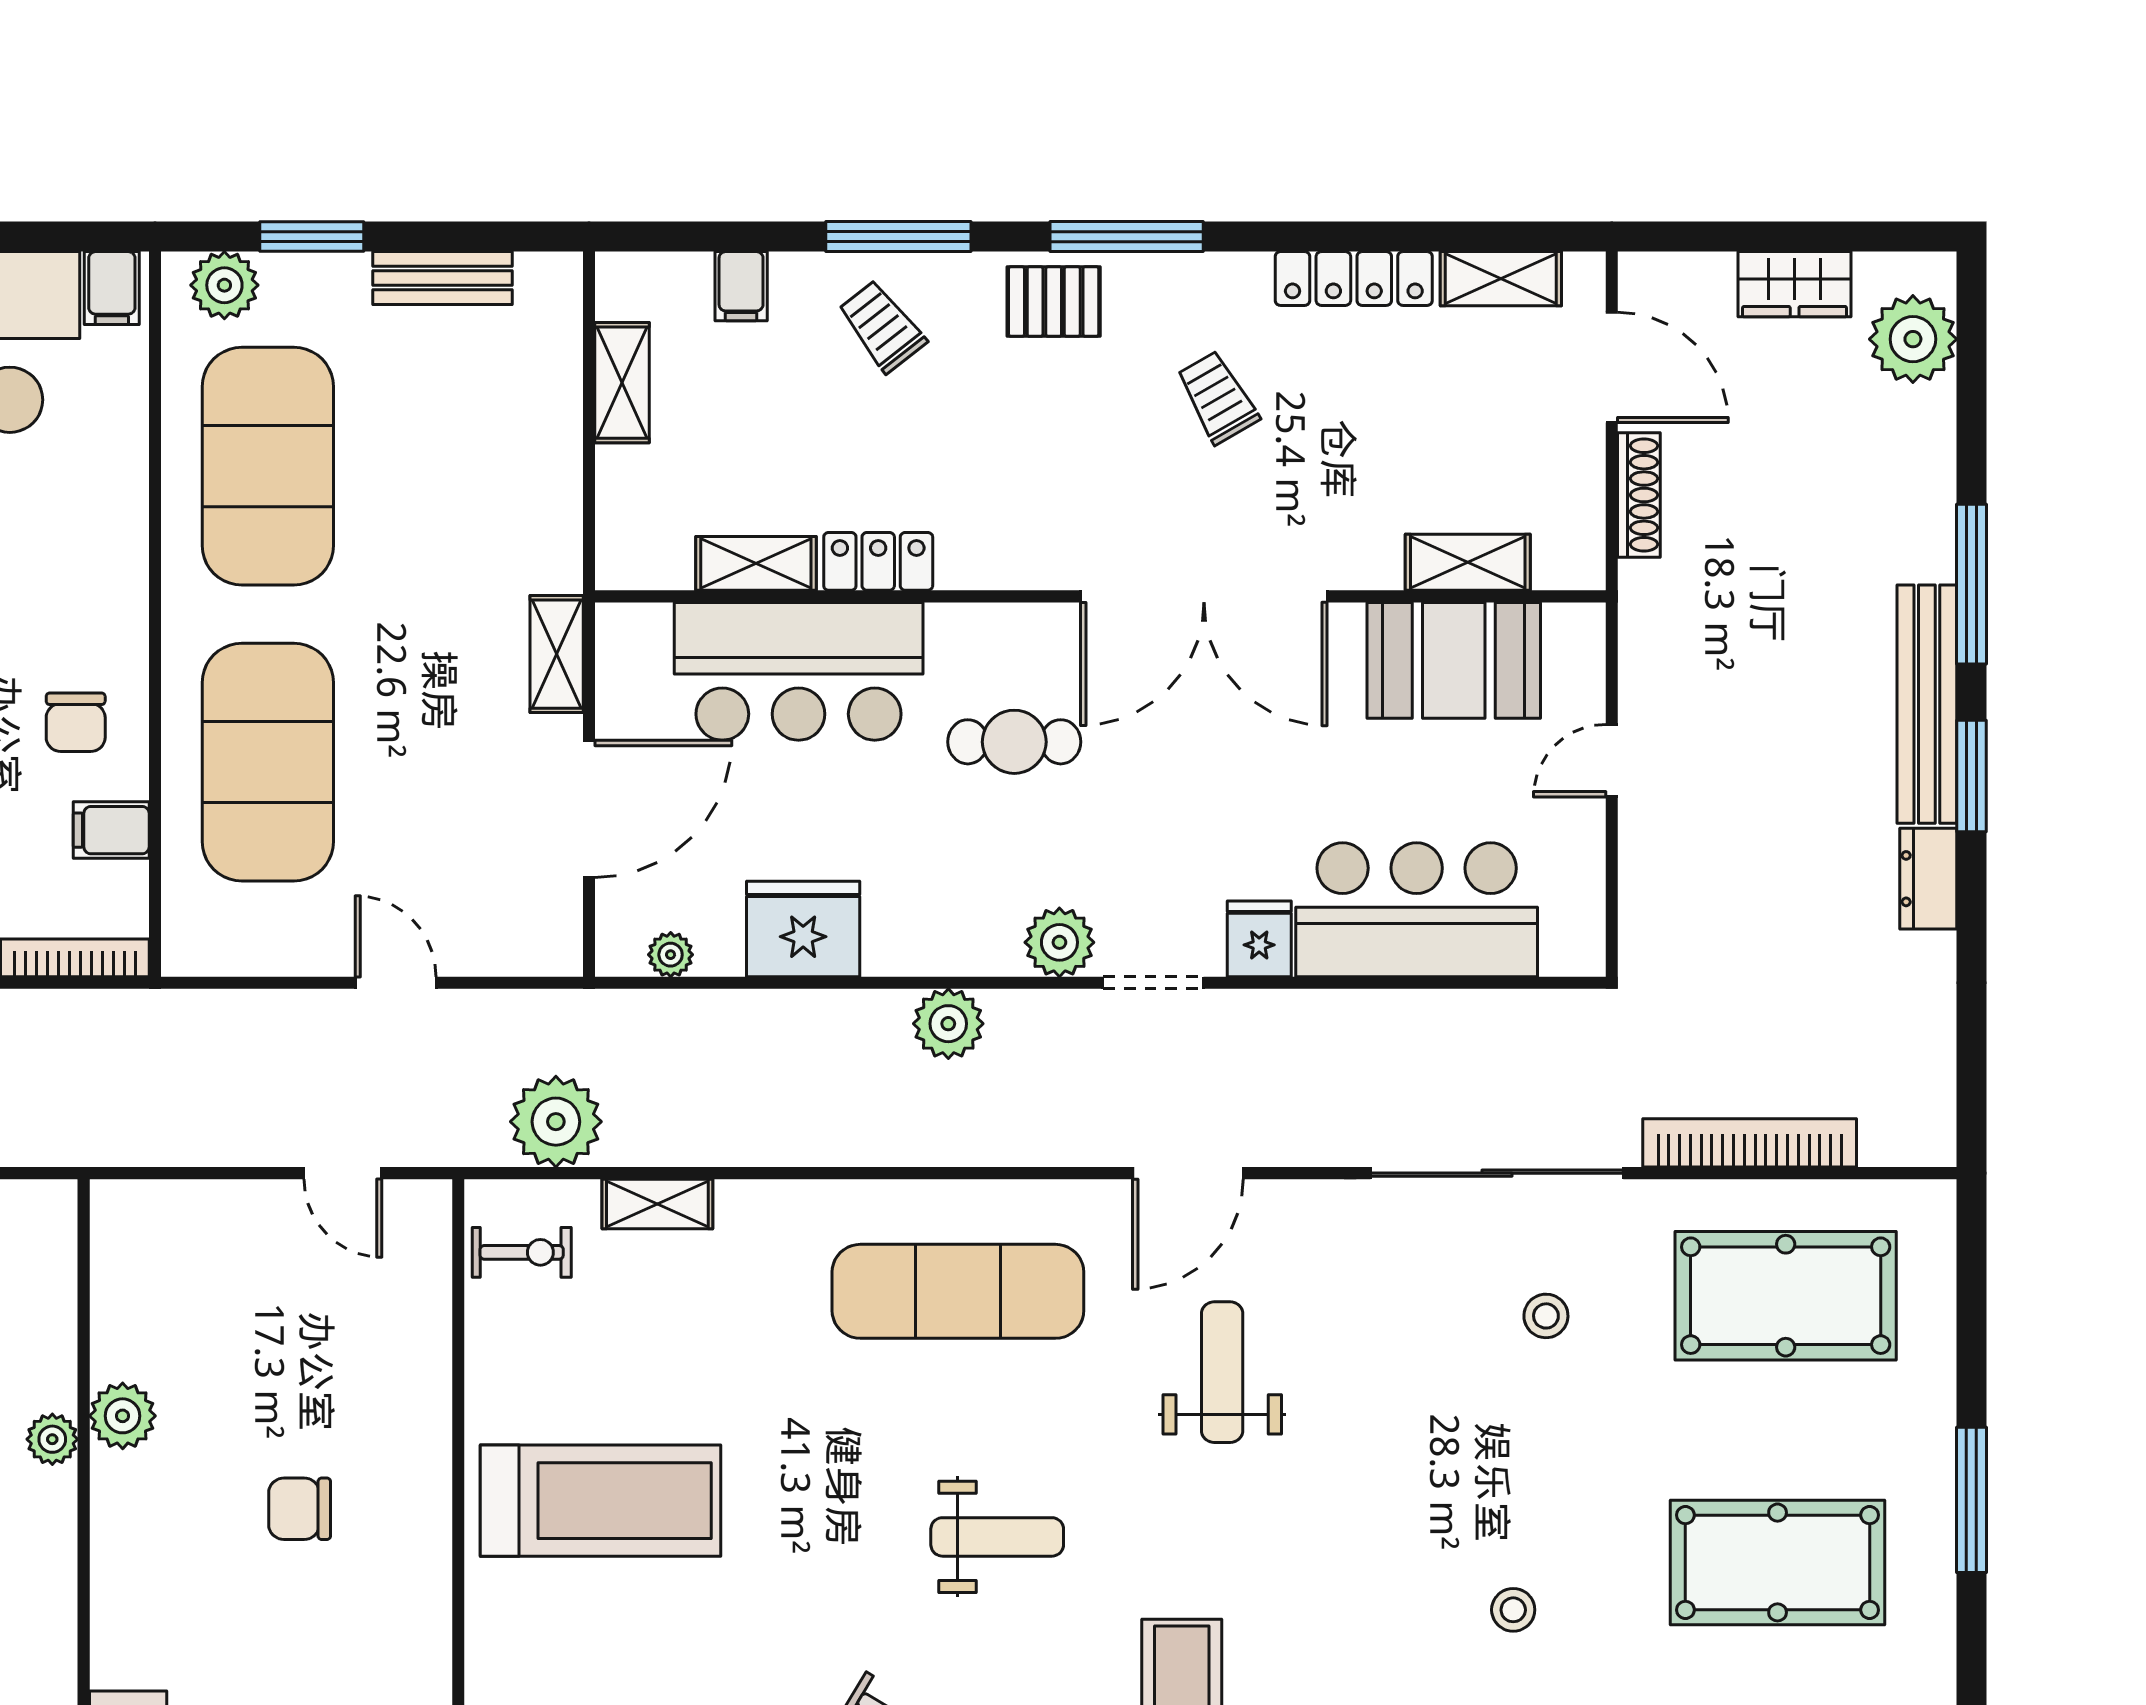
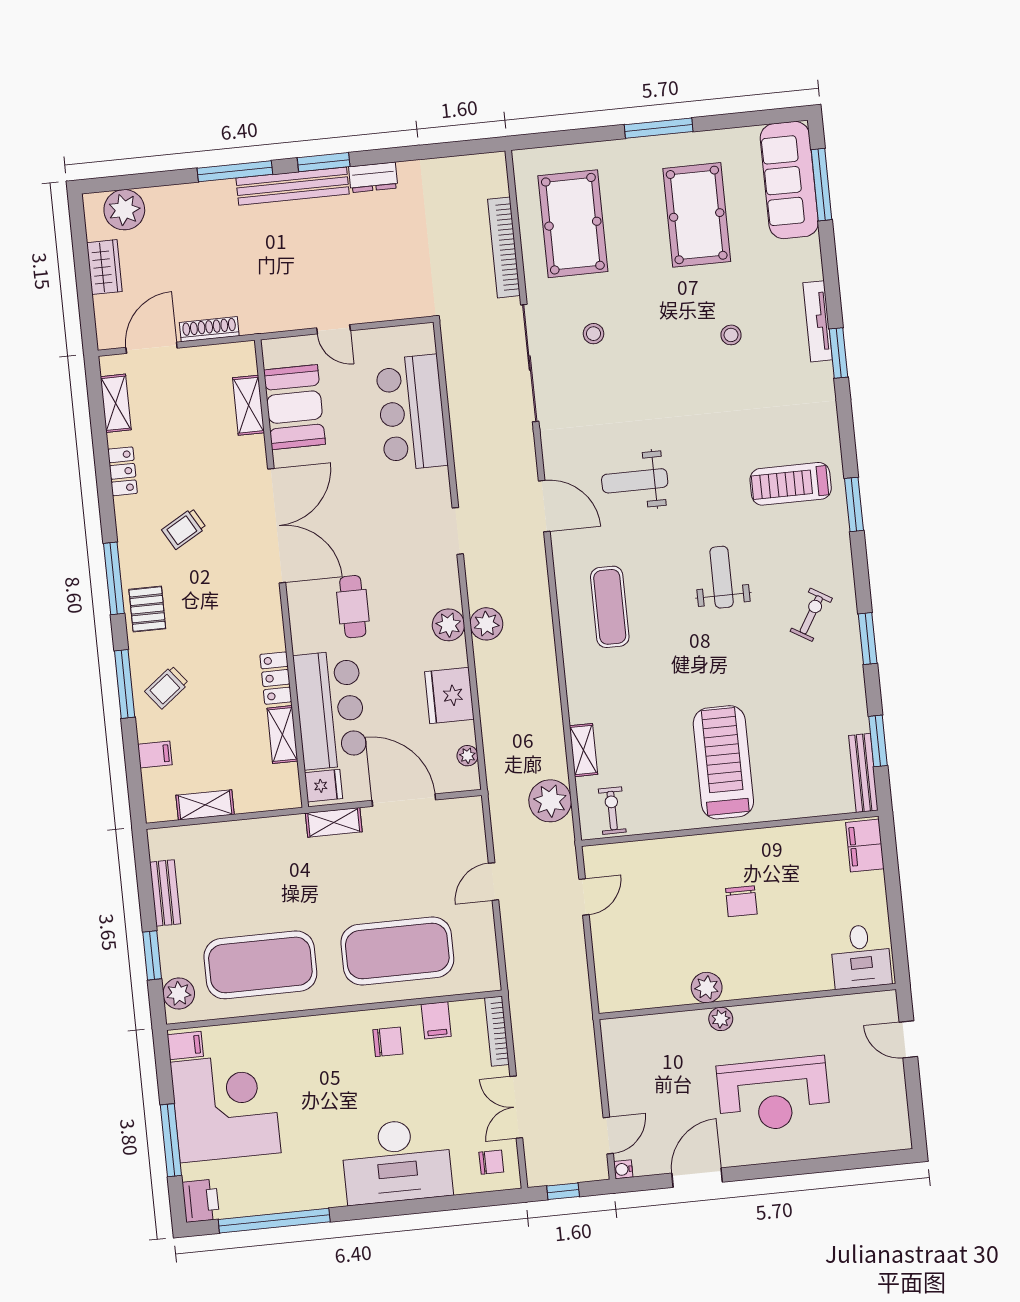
locker: (1354, 279) -> (123, 471), width x0.66
fridge: (1259, 939) -> (324, 786), moved, turned 180
plant: (1059, 942) -> (448, 625), moved
exercise mat: (958, 1291) -> (610, 607), width x0.73, depth x0.69

